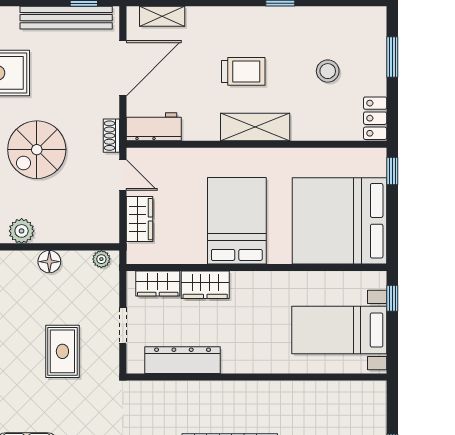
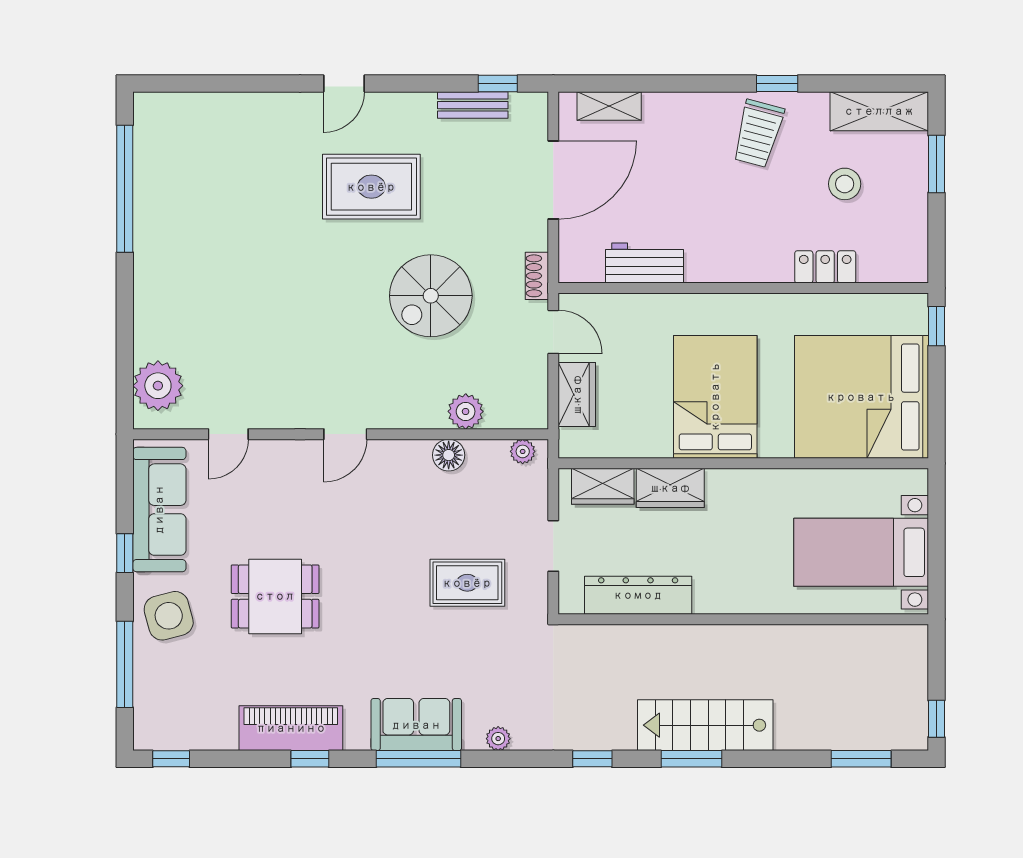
bench: (66, 18) -> (473, 105), width x0.54, depth x0.82
trolley: (243, 71) -> (758, 133), moved, turned 105
locker: (375, 118) -> (825, 267), moved, turned 90
workbench: (154, 127) -> (644, 263), moved
shelving: (255, 127) -> (879, 111), moved
plant: (22, 231) -> (466, 411), moved
window: (392, 298) -> (936, 507), removed
rug: (62, 351) -> (467, 583), turned 90

